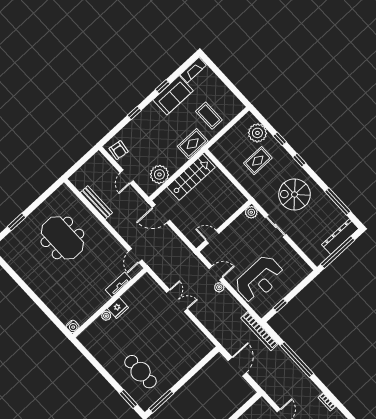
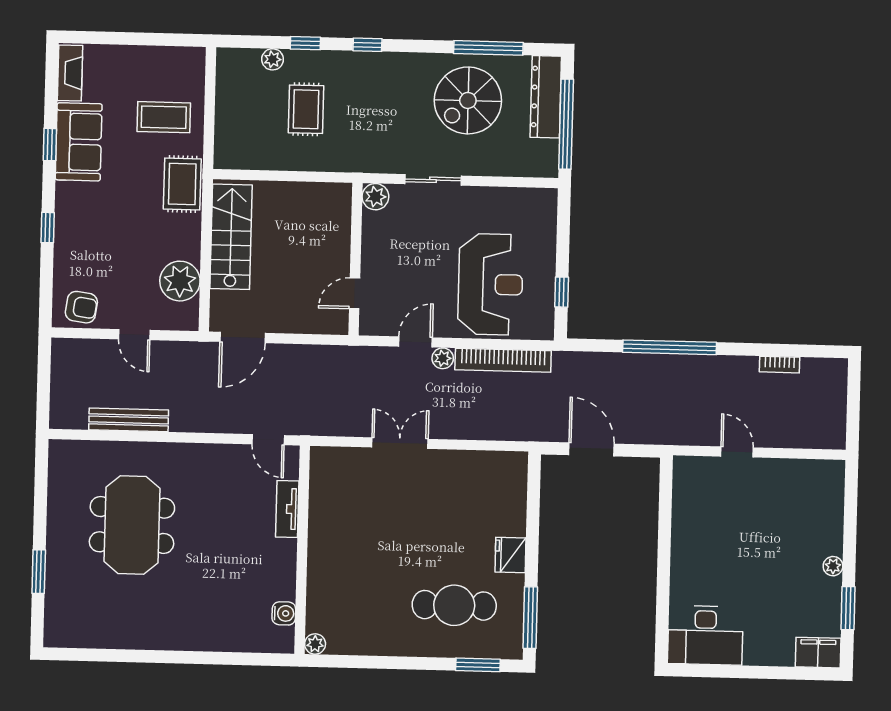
plant: (257, 133) -> (273, 59), width x0.53, depth x0.53
spiral stairs: (294, 194) -> (468, 100), moved
meeting table: (62, 238) -> (132, 525), turned 90
fridge: (118, 308) -> (511, 555), moved, turned 180
plant: (106, 316) -> (315, 644), moved
water cooler: (73, 326) -> (284, 613), moved
bookcase: (259, 331) -> (503, 360), moved

